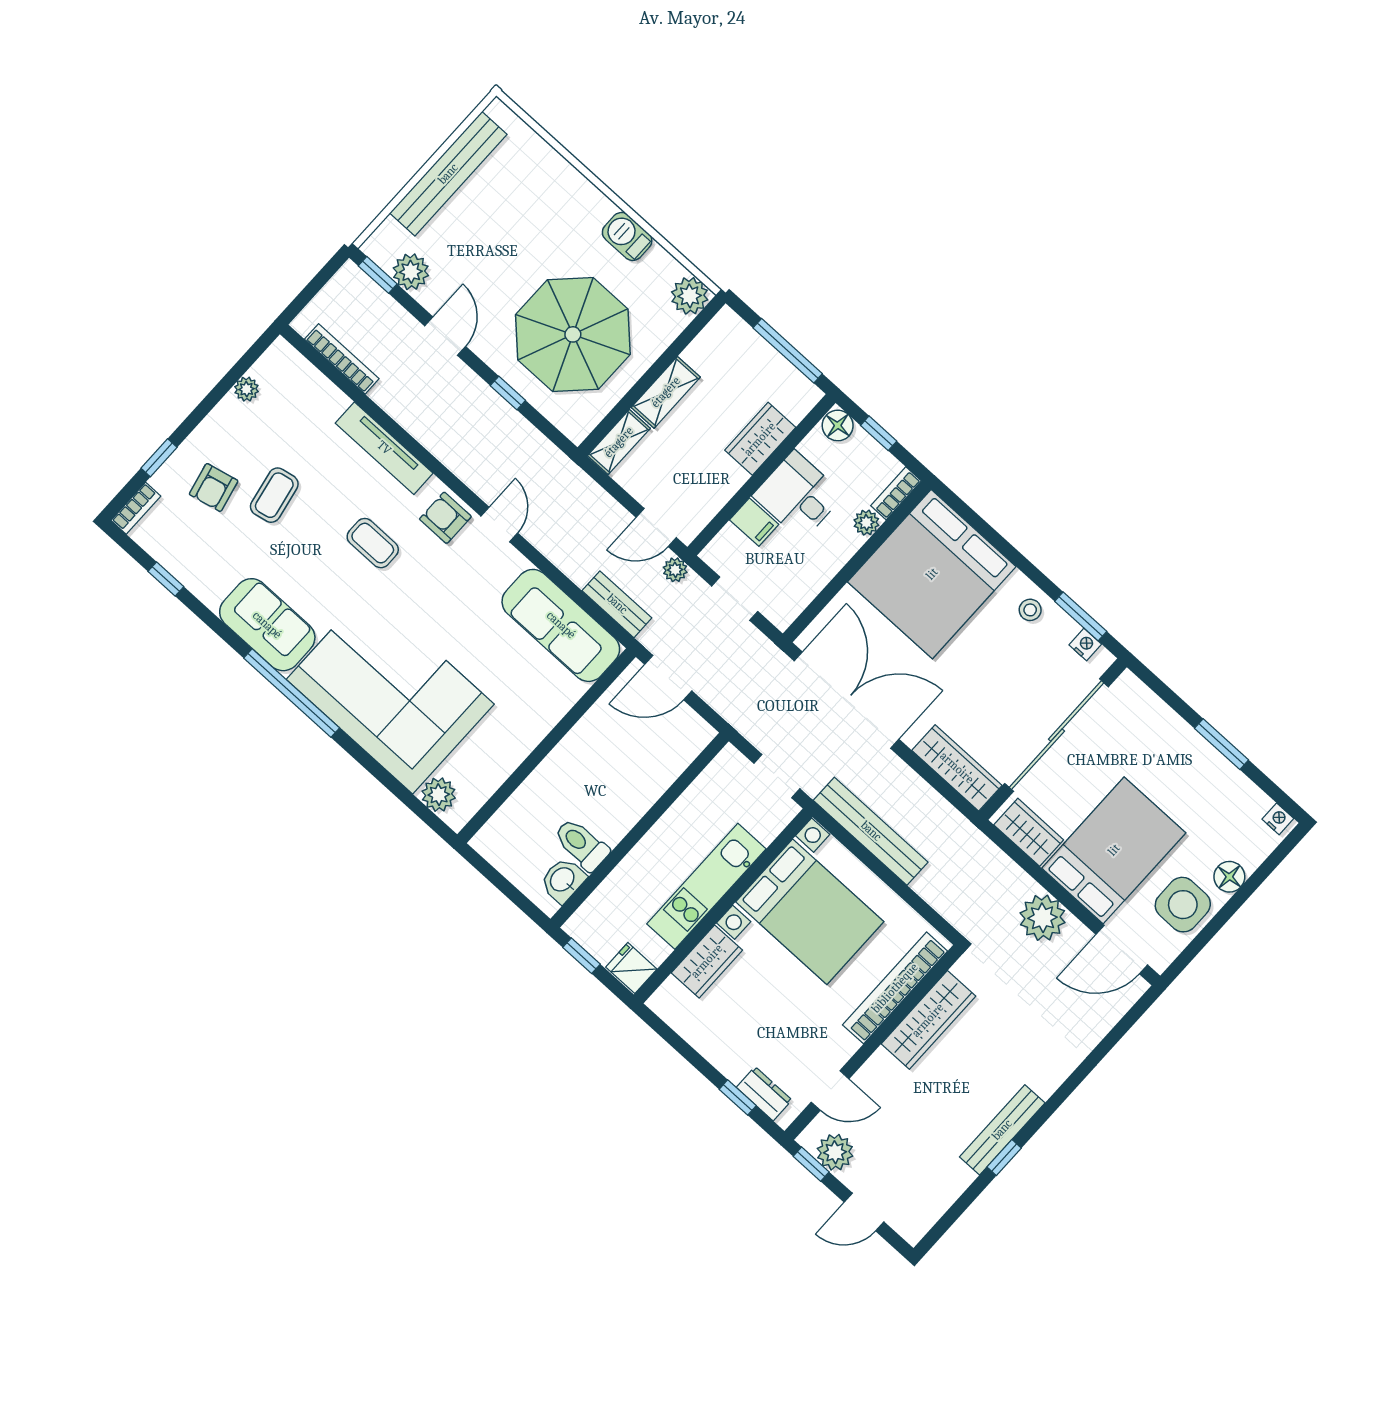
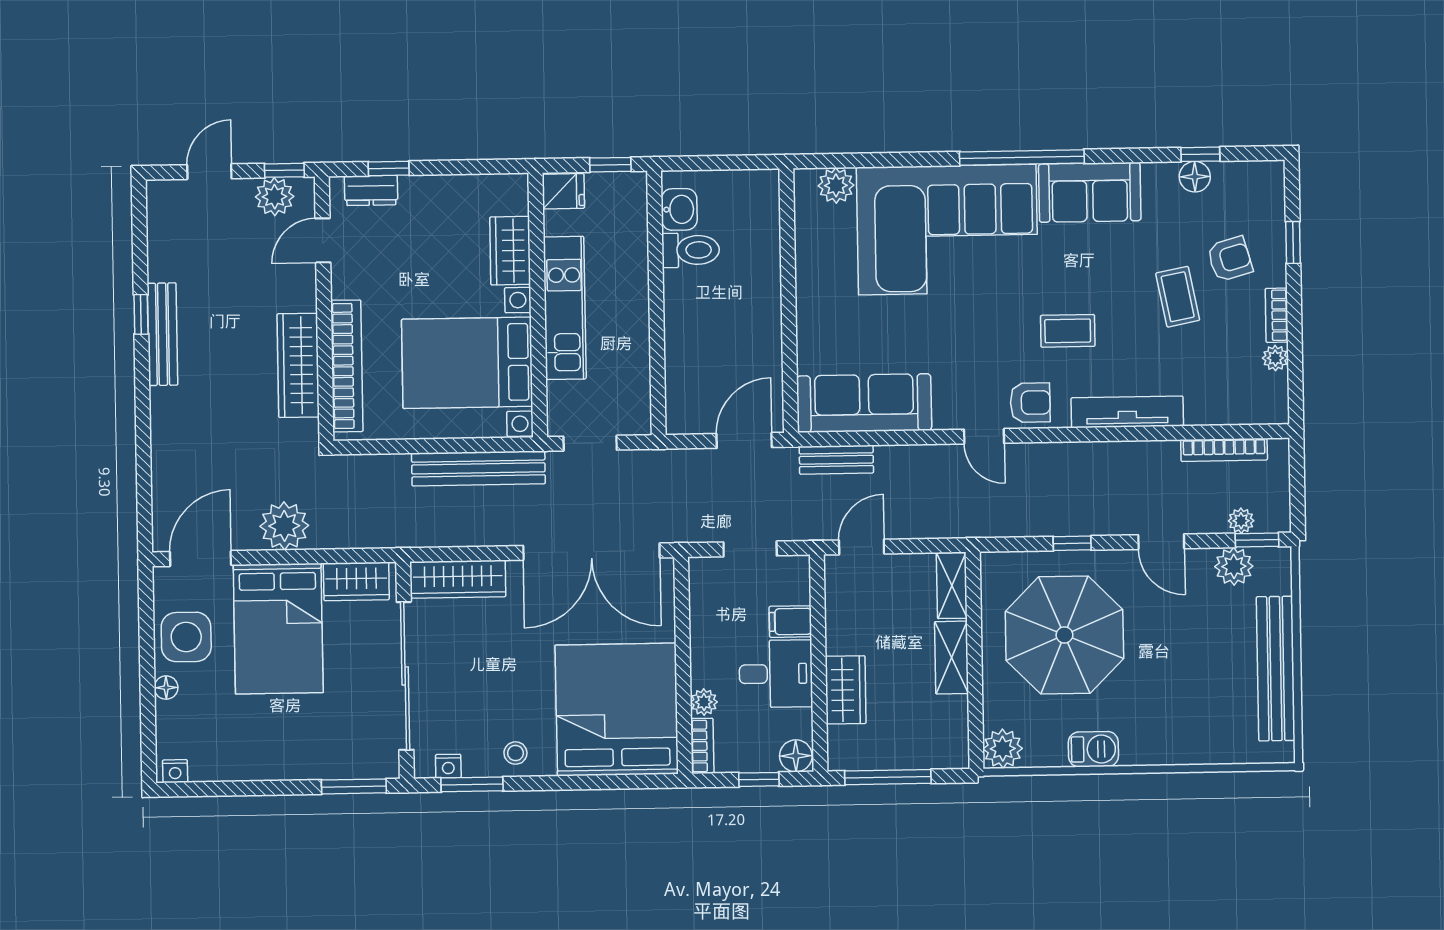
armchair: (214, 487) -> (1230, 259), turned 87
bookcase: (136, 508) -> (1277, 315), moved
floor lamp: (184, 567) -> (1195, 177), added
plant: (675, 570) -> (1241, 521), moved
window: (1222, 744) -> (354, 786), moved
floor lamp: (1229, 877) -> (166, 688), width x0.73, depth x0.73

